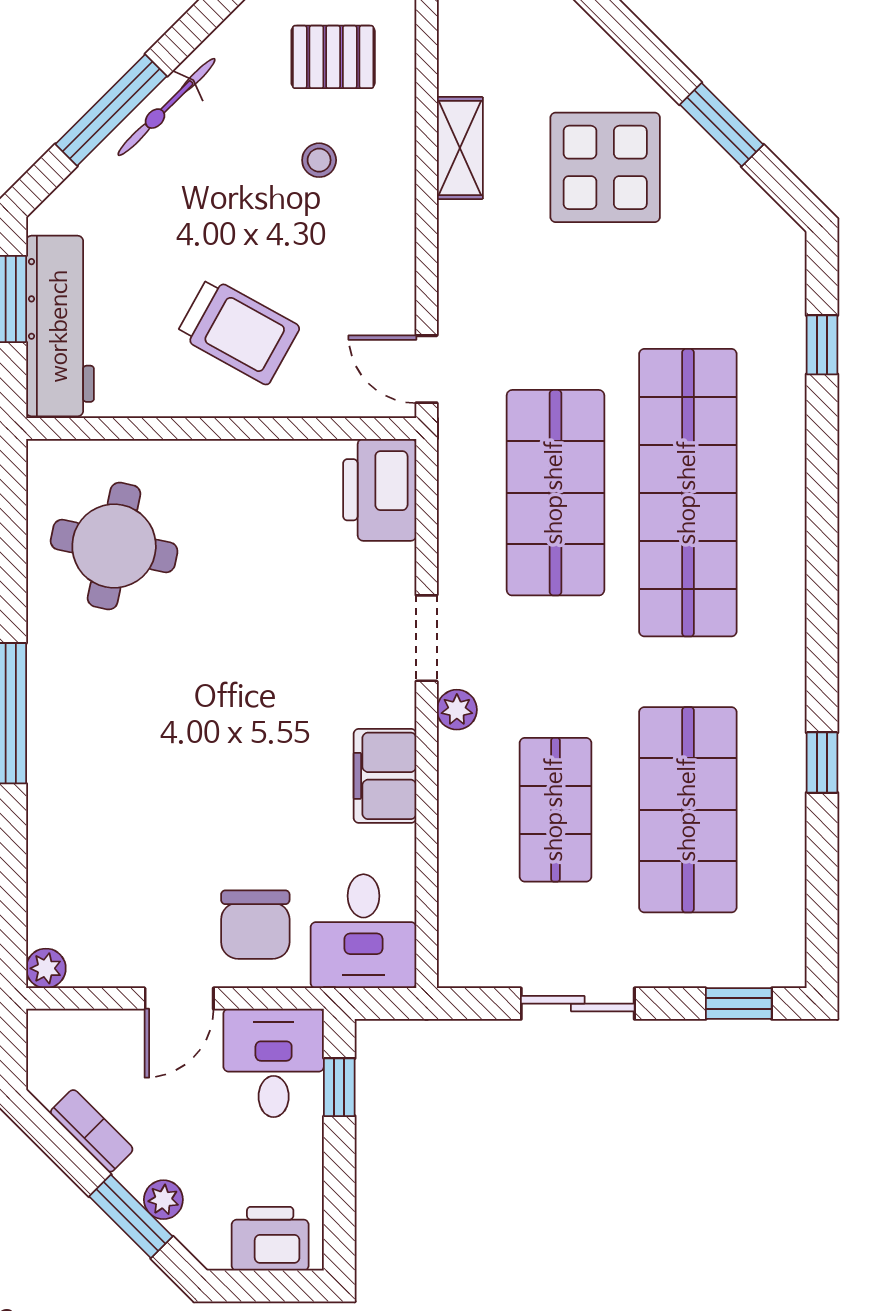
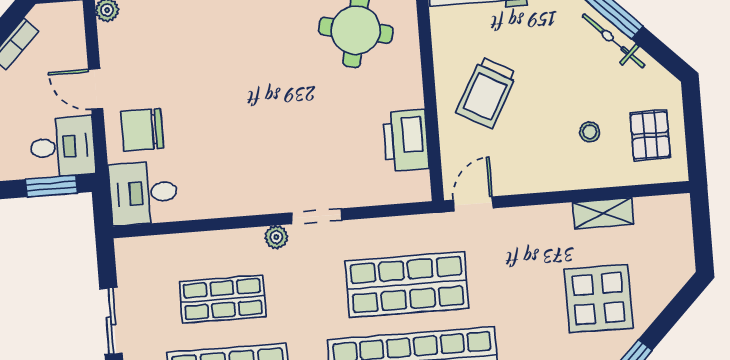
printer: (380, 490) -> (406, 140), moved, turned -90
filing cabinet: (385, 776) -> (235, 198), removed
window: (339, 1087) -> (51, 186), width x1.50

